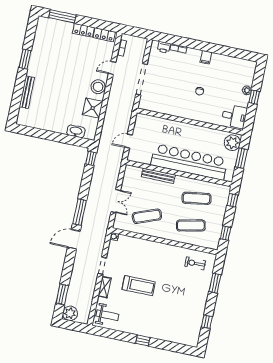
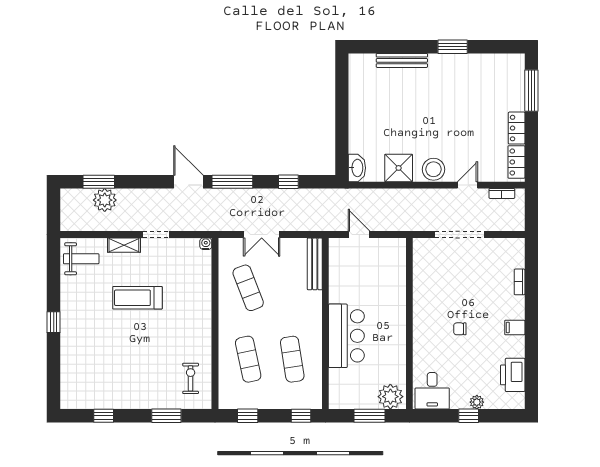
printer: (164, 47) -> (513, 375), moved, width x1.87, depth x1.48
door: (112, 68) -> (467, 185), hinge flipped
washbasin: (76, 131) -> (357, 168), moved
window: (91, 158) -> (288, 182), moved
bar counter: (189, 162) -> (346, 336), width x0.54
bench: (158, 176) -> (315, 264), moved
treadmill: (139, 286) -> (137, 298), turned 90
plant: (70, 313) -> (105, 200), moved
weight bench: (107, 315) -> (81, 259), turned -90

